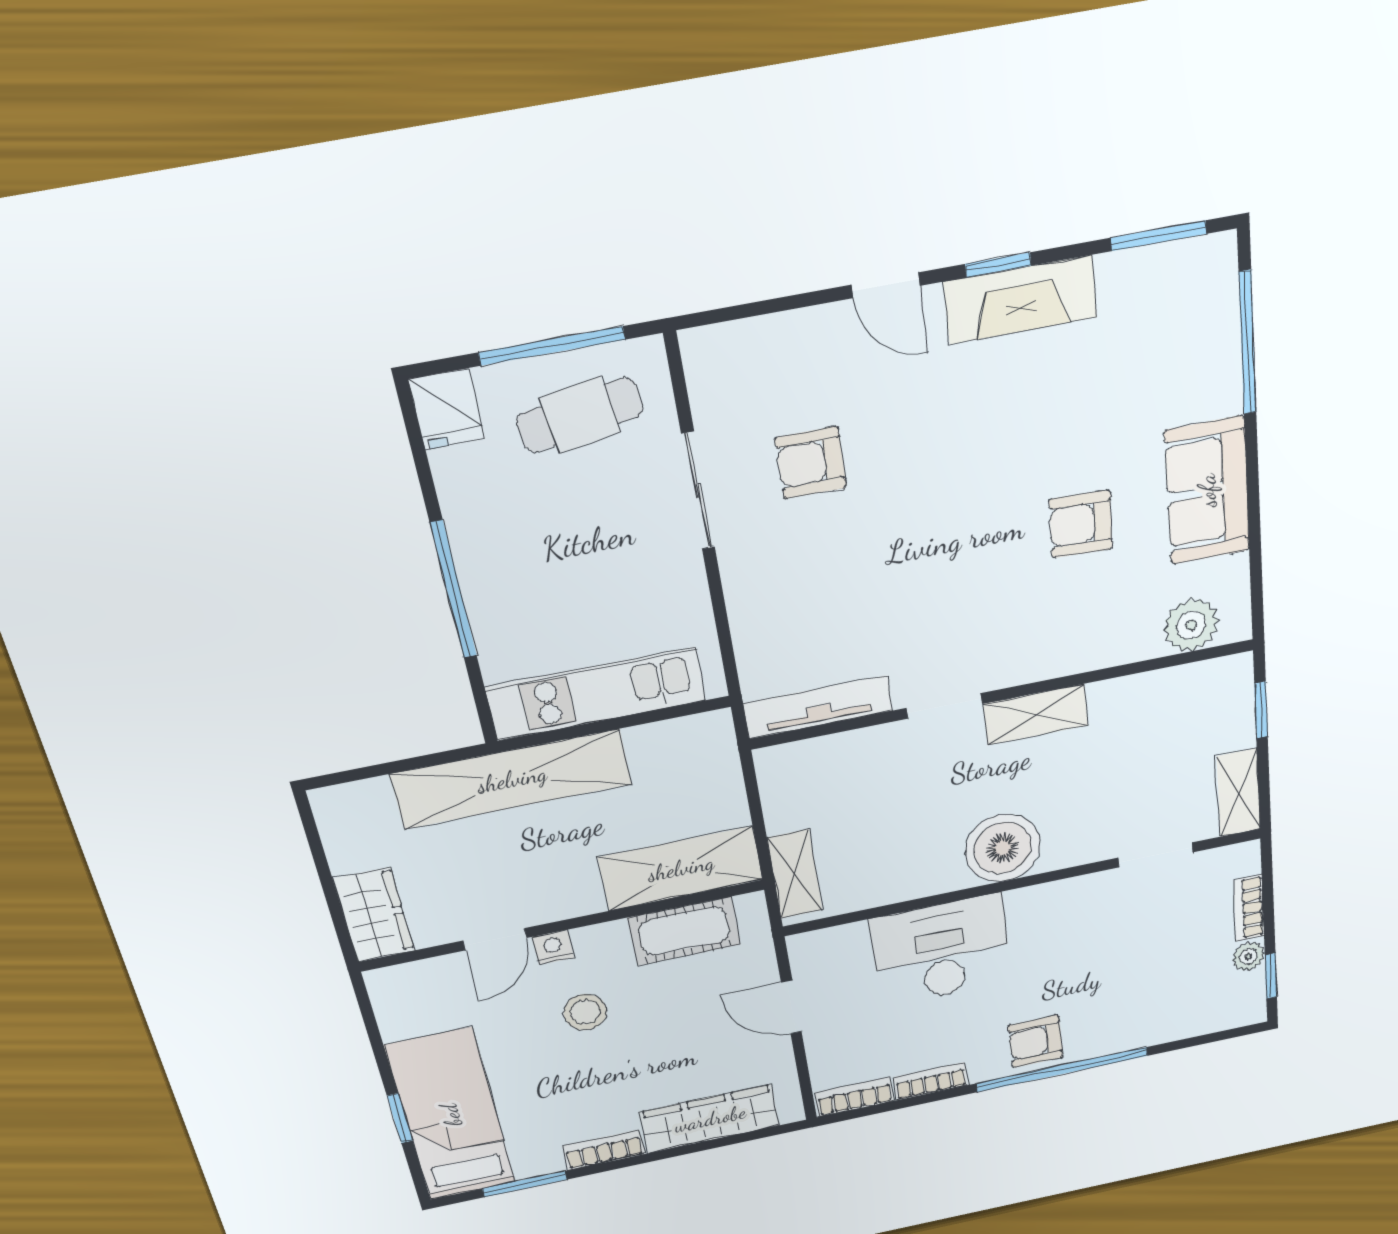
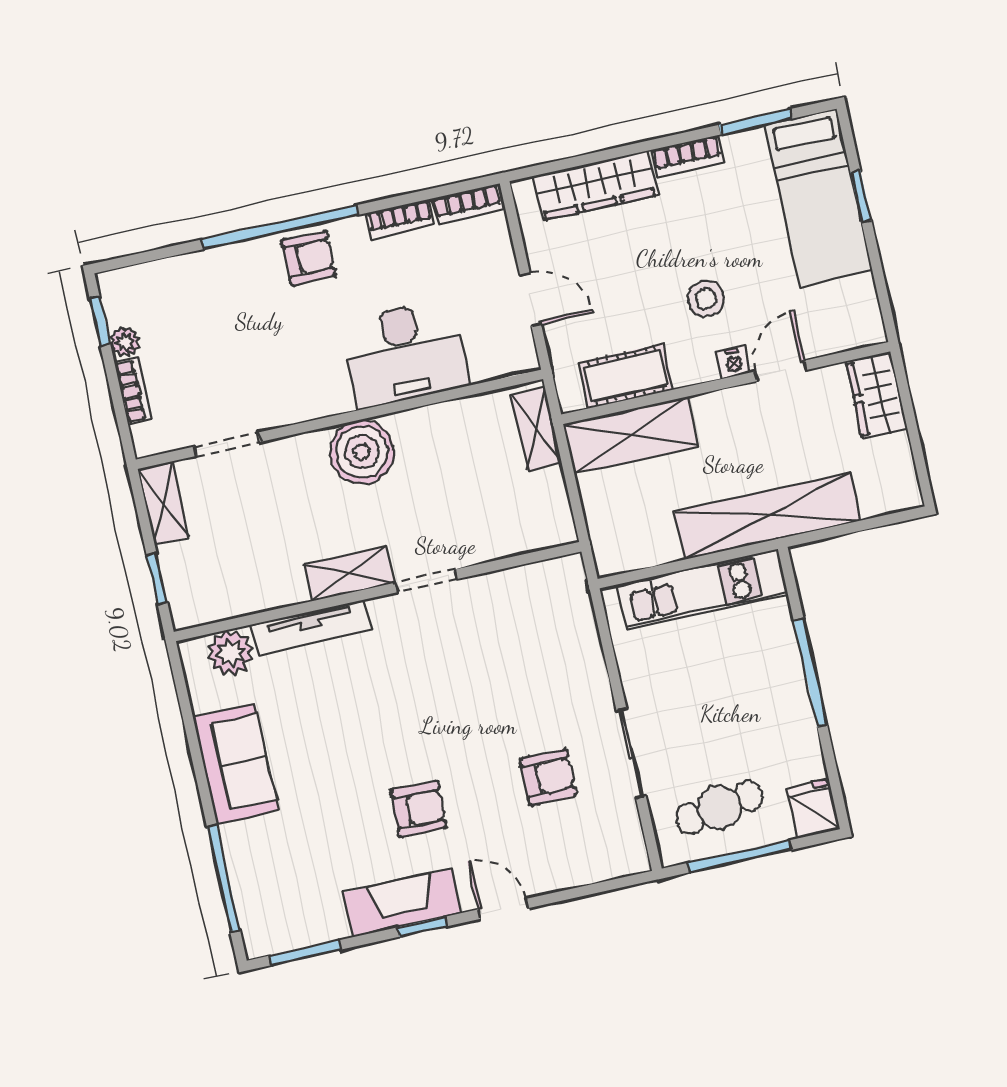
armchair: (1081, 524) -> (419, 809), moved
tv unit: (818, 707) -> (311, 627), moved

